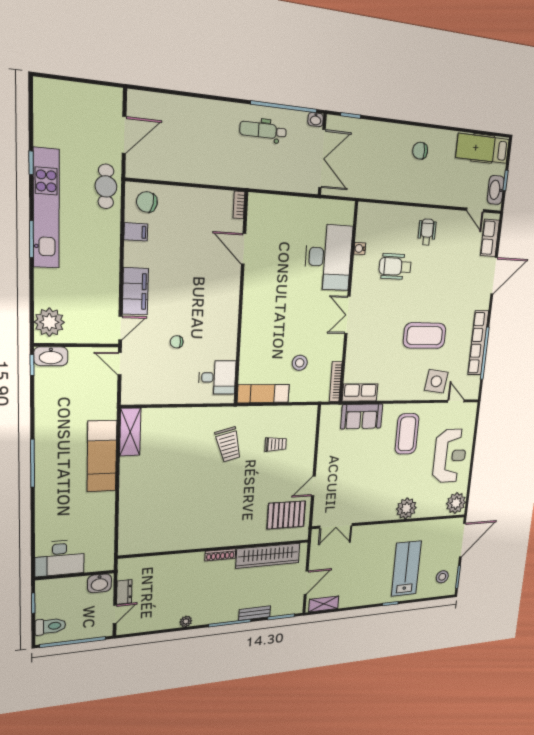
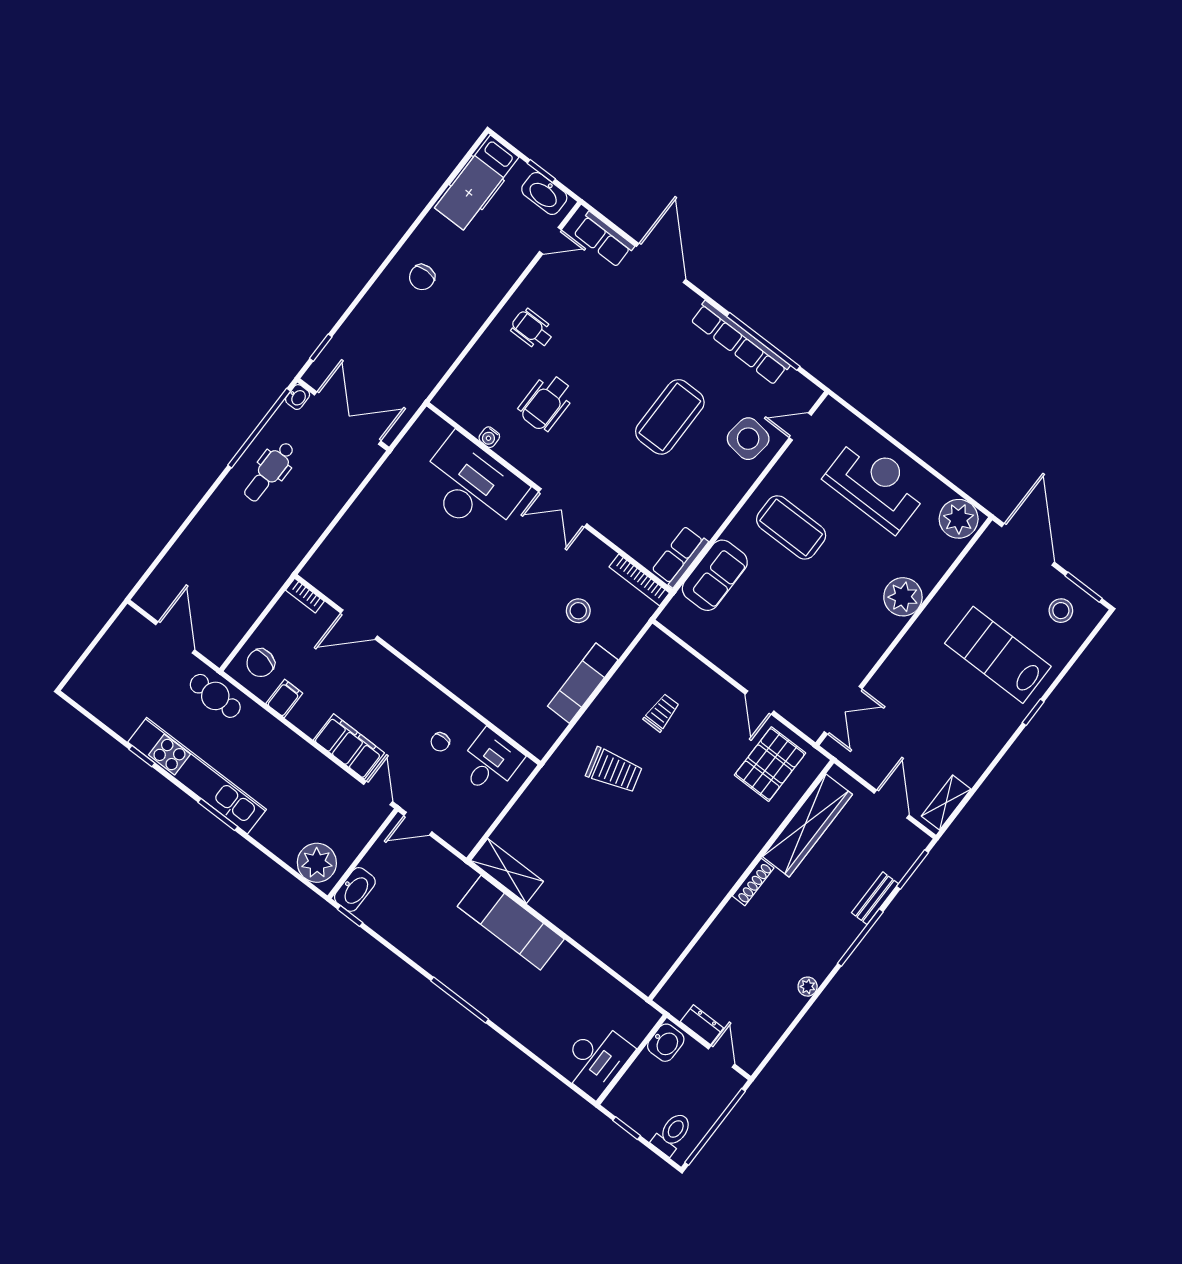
bookcase: (239, 205) -> (305, 596), moved
door: (244, 249) -> (359, 625), moved
wall: (241, 300) -> (418, 670), moved
desk: (217, 377) -> (490, 762), moved

